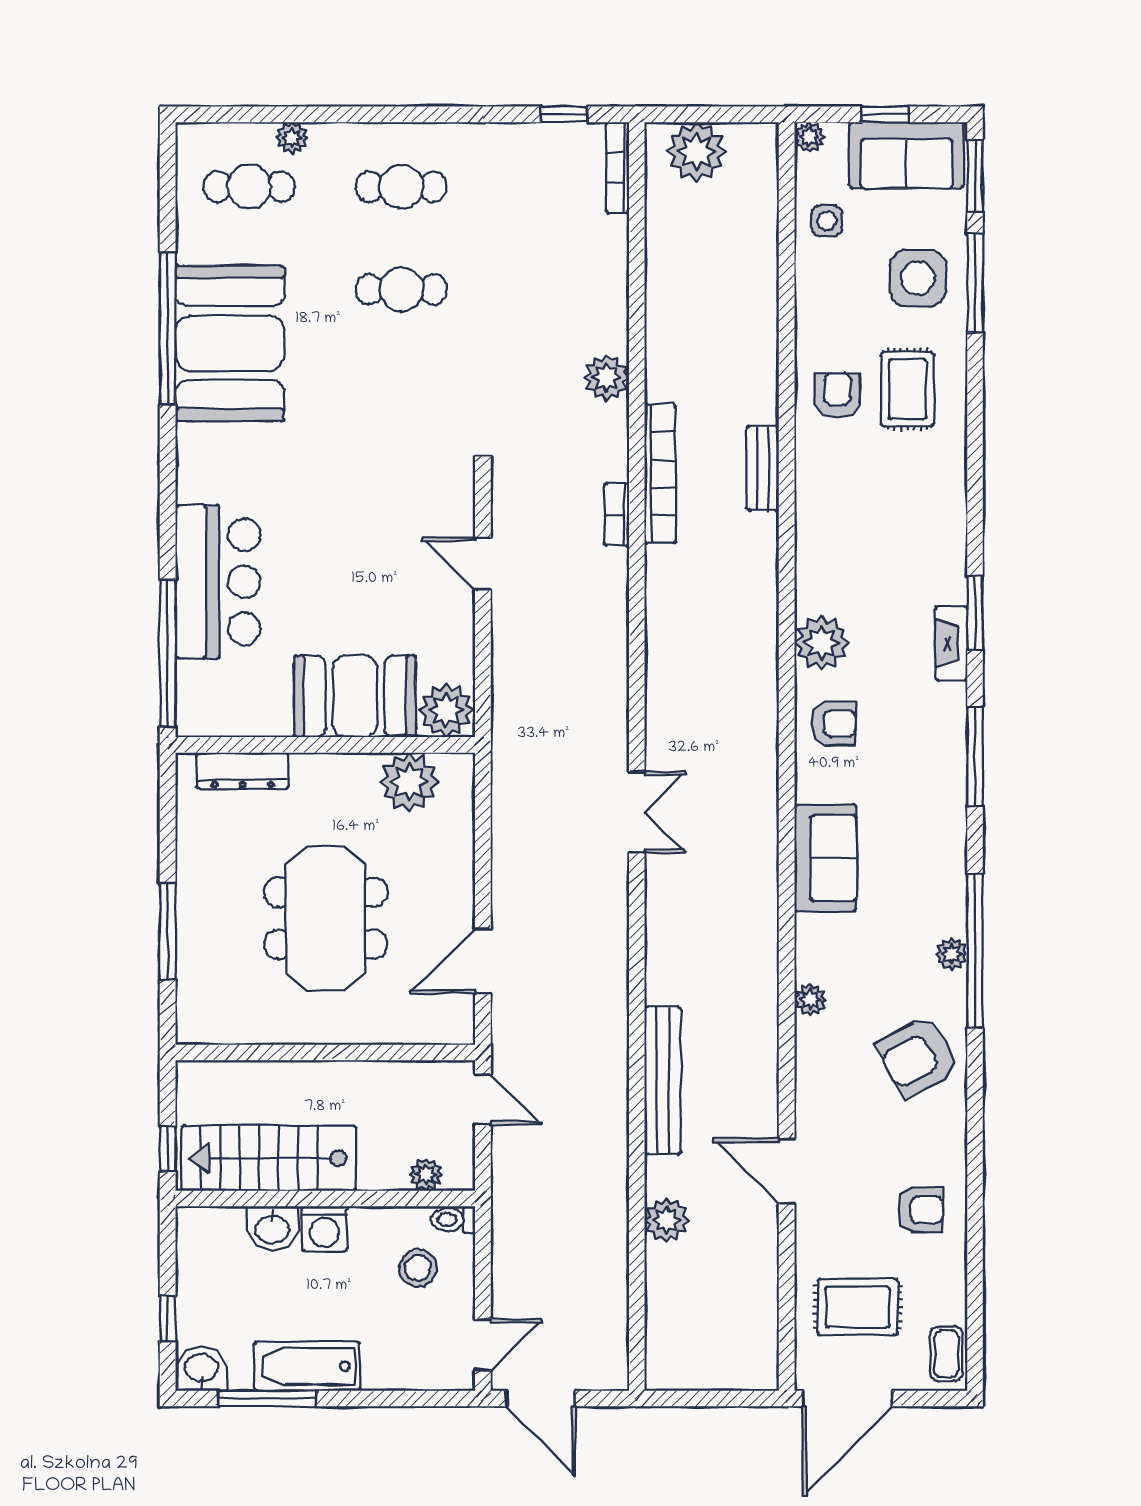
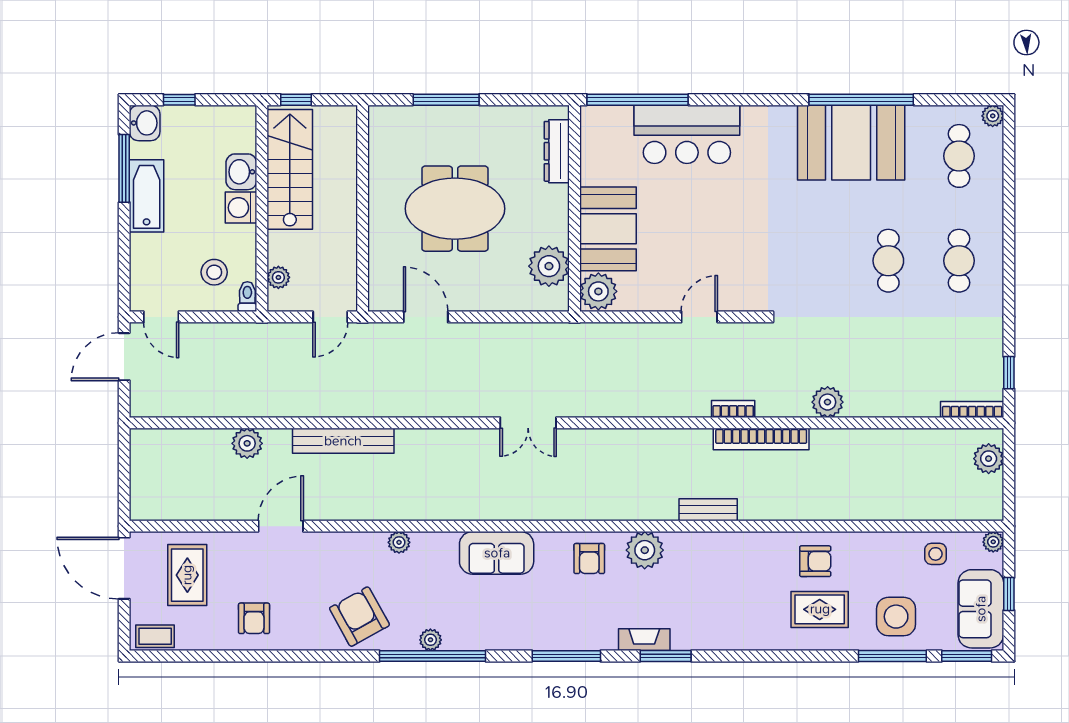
plant: (292, 138) -> (993, 116), moved
plant: (697, 152) -> (989, 459), width x0.73, depth x0.73
bench: (763, 469) -> (708, 510), moved

